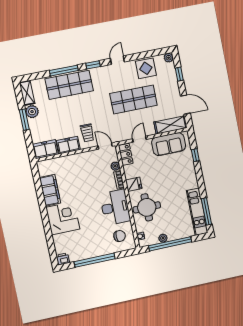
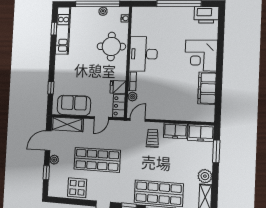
plant: (169, 58) -> (54, 160), moved
door: (185, 105) -> (48, 141), hinge flipped
window: (24, 120) -> (216, 151), moved
door: (105, 146) -> (138, 120), swing flipped
fridge: (134, 184) -> (118, 87), moved
window: (206, 211) -> (54, 29), width x0.46
chair: (120, 236) -> (146, 23), removed
printer: (63, 259) -> (206, 15), width x1.87, depth x1.48

